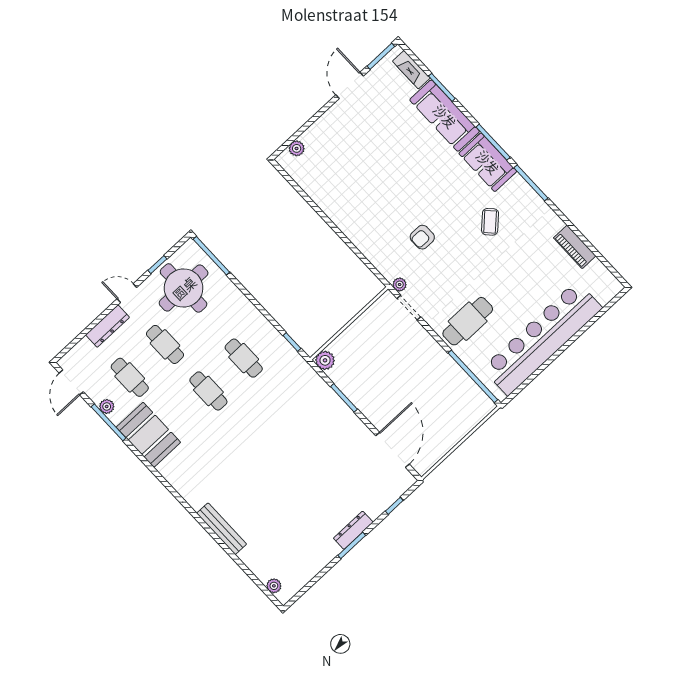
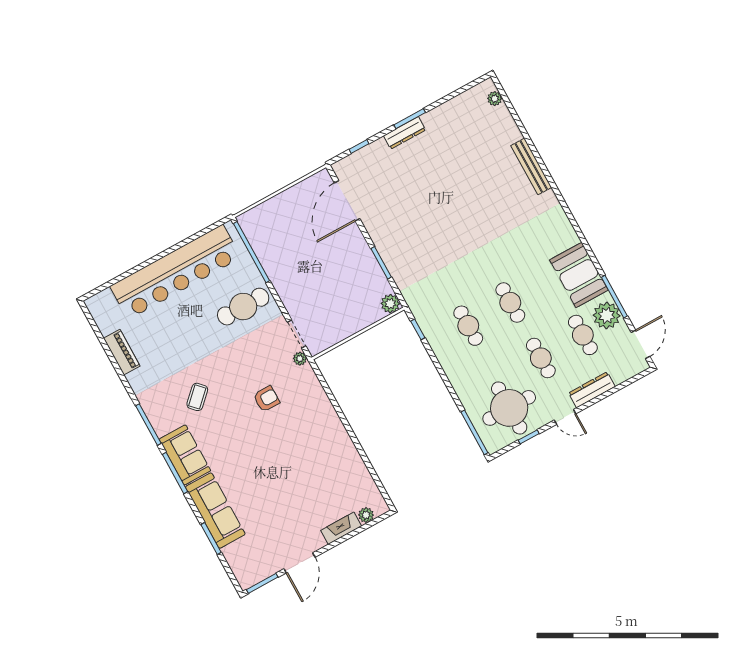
fireplace: (411, 70) -> (341, 528), moved, turned -90
plant: (107, 406) -> (607, 315), width x1.87, depth x1.87

